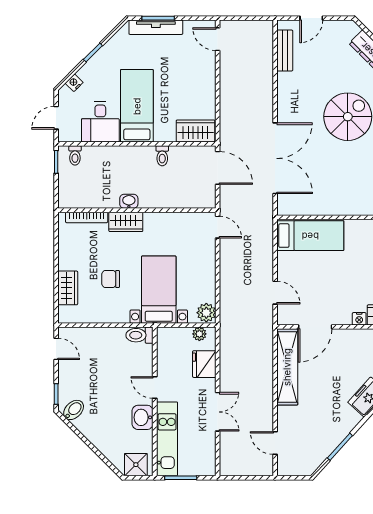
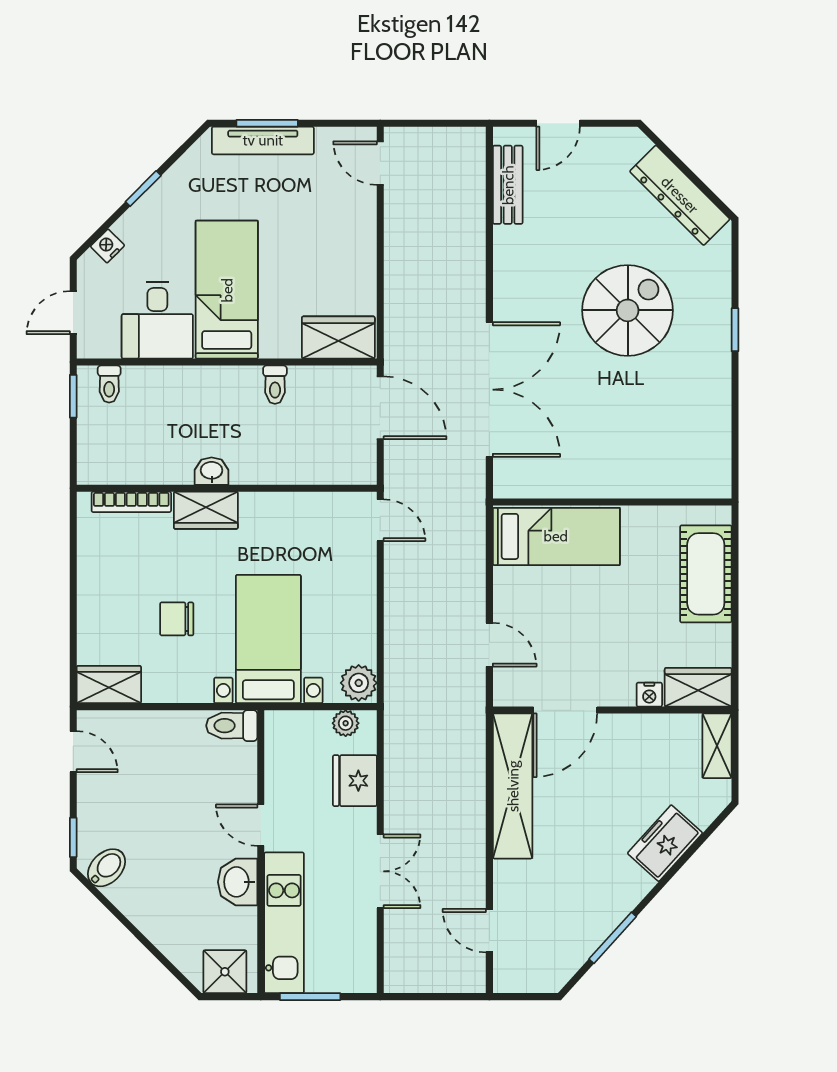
wardrobe: (68, 288) -> (109, 685), moved, turned -90

